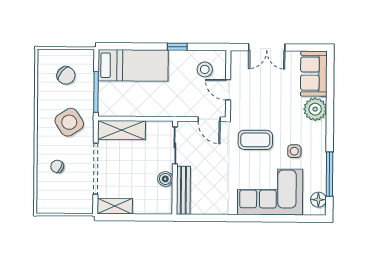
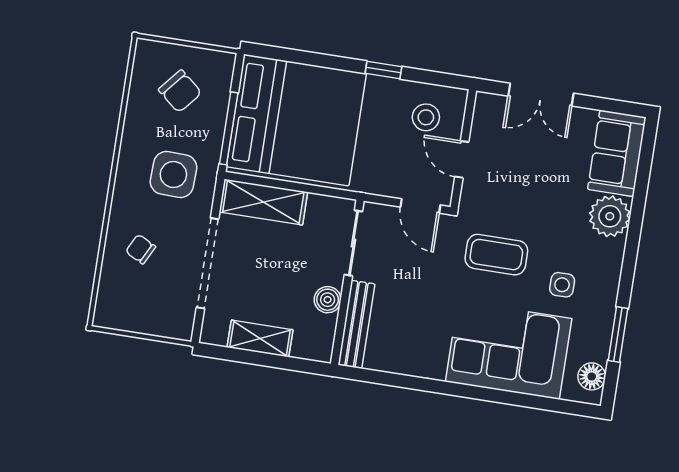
bed: (133, 65) -> (296, 120), width x2.04
side table: (69, 122) -> (173, 175), turned 35
window: (330, 174) -> (618, 335), width x0.69
shelving: (115, 206) -> (260, 339), moved

